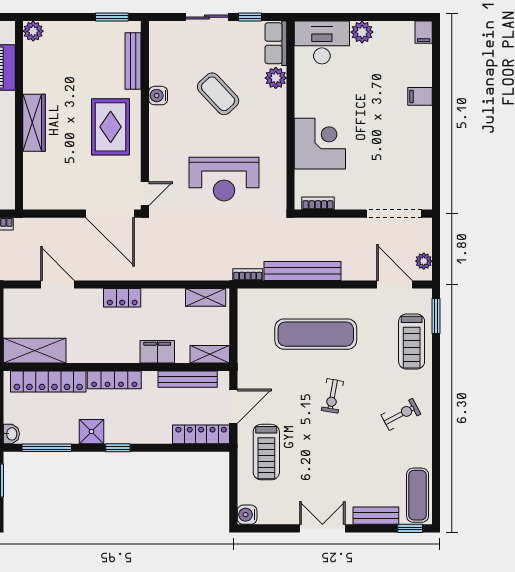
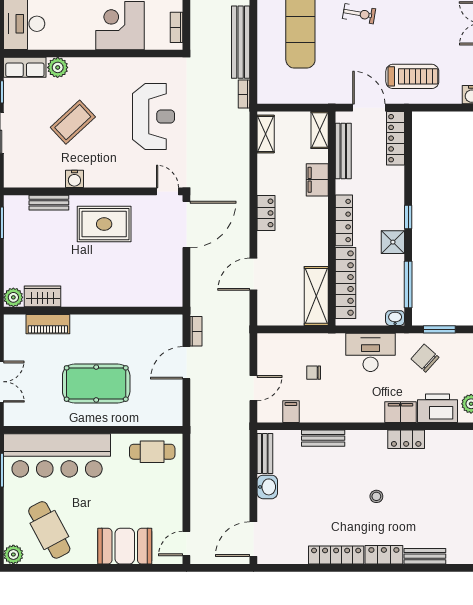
bench: (133, 61) -> (49, 203), width x0.73
wardrobe: (34, 123) -> (43, 296), moved, width x0.67

